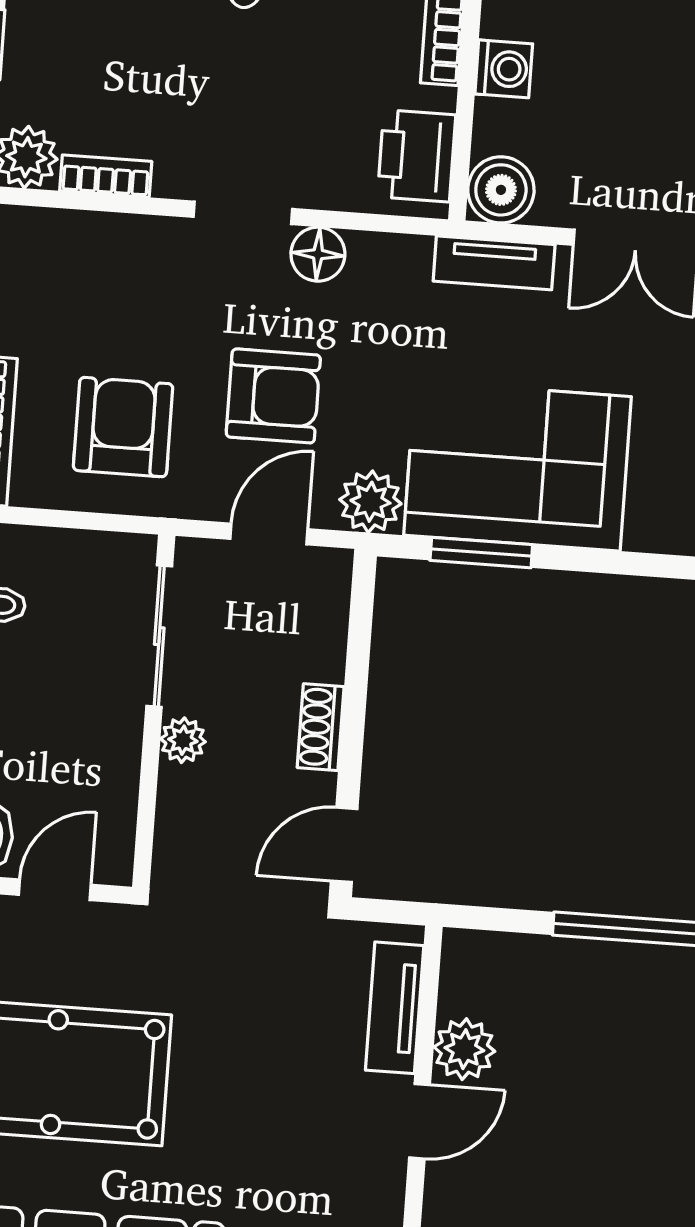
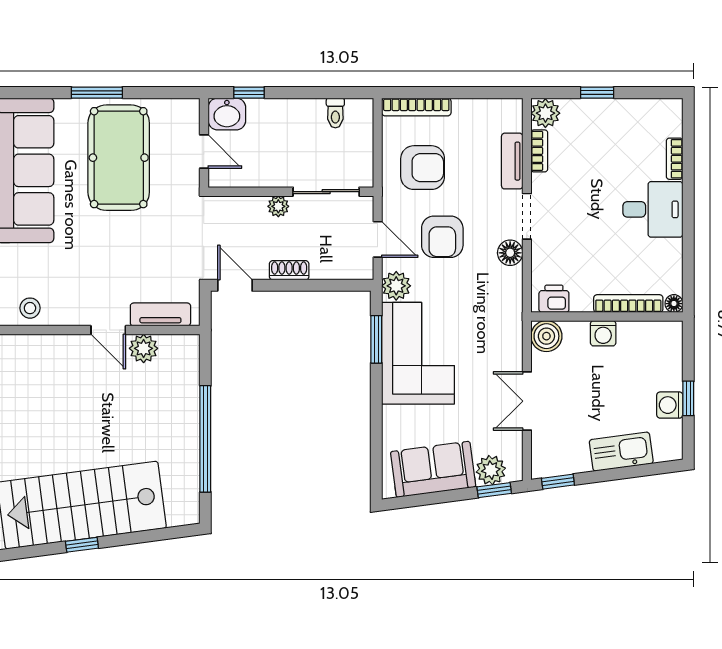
printer: (417, 156) -> (554, 299), width x0.73, depth x0.81
tv unit: (494, 263) -> (512, 161), moved

